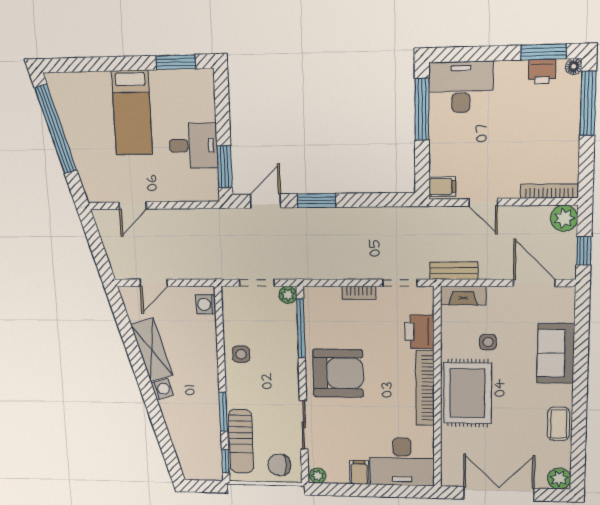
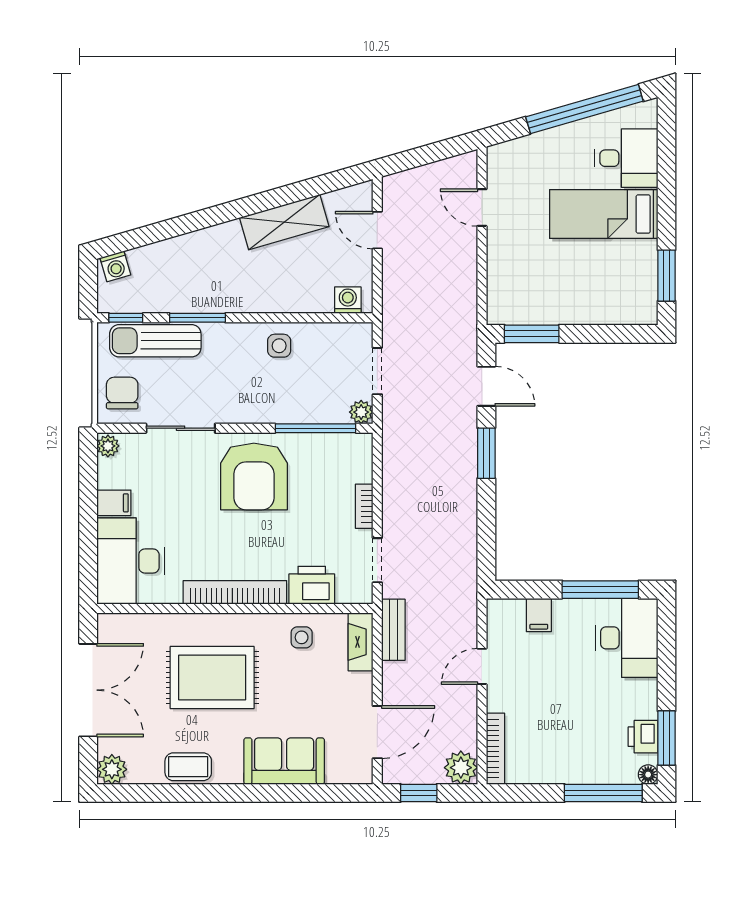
desk: (193, 146) -> (626, 158), moved, turned -90
filing cabinet: (442, 187) -> (539, 615), moved
side table: (488, 342) -> (302, 637), moved
washing machine: (162, 389) -> (115, 266), moved
rug: (467, 393) -> (212, 678), moved

